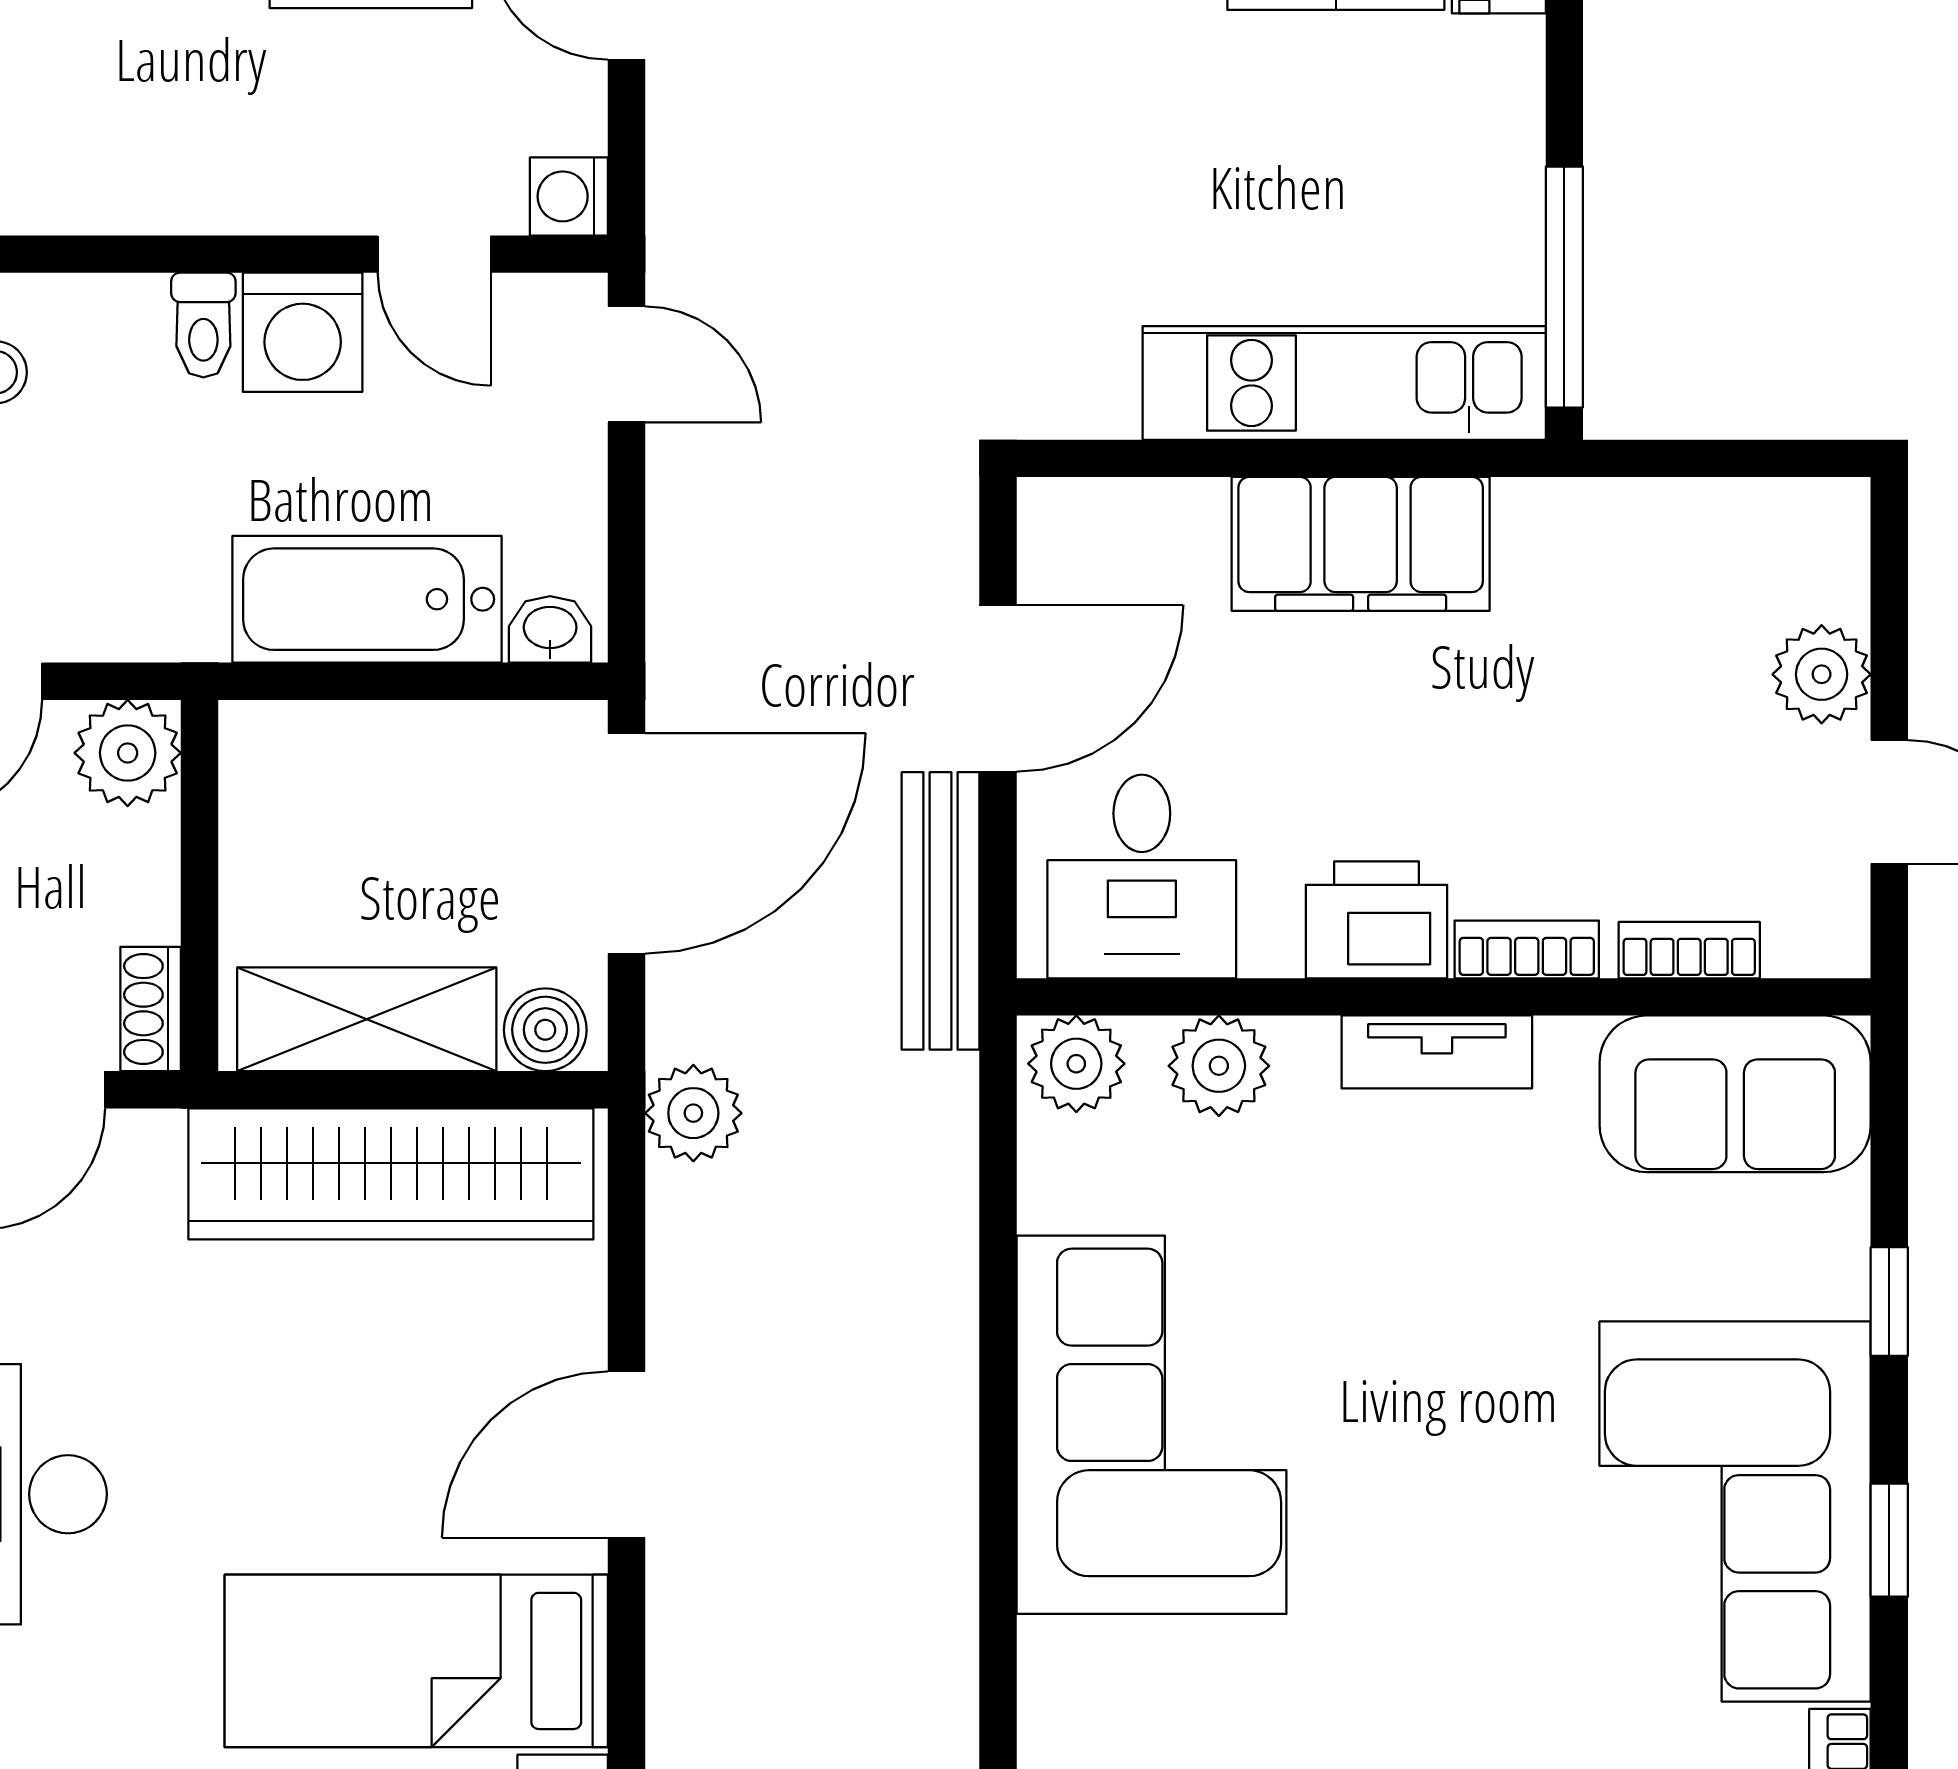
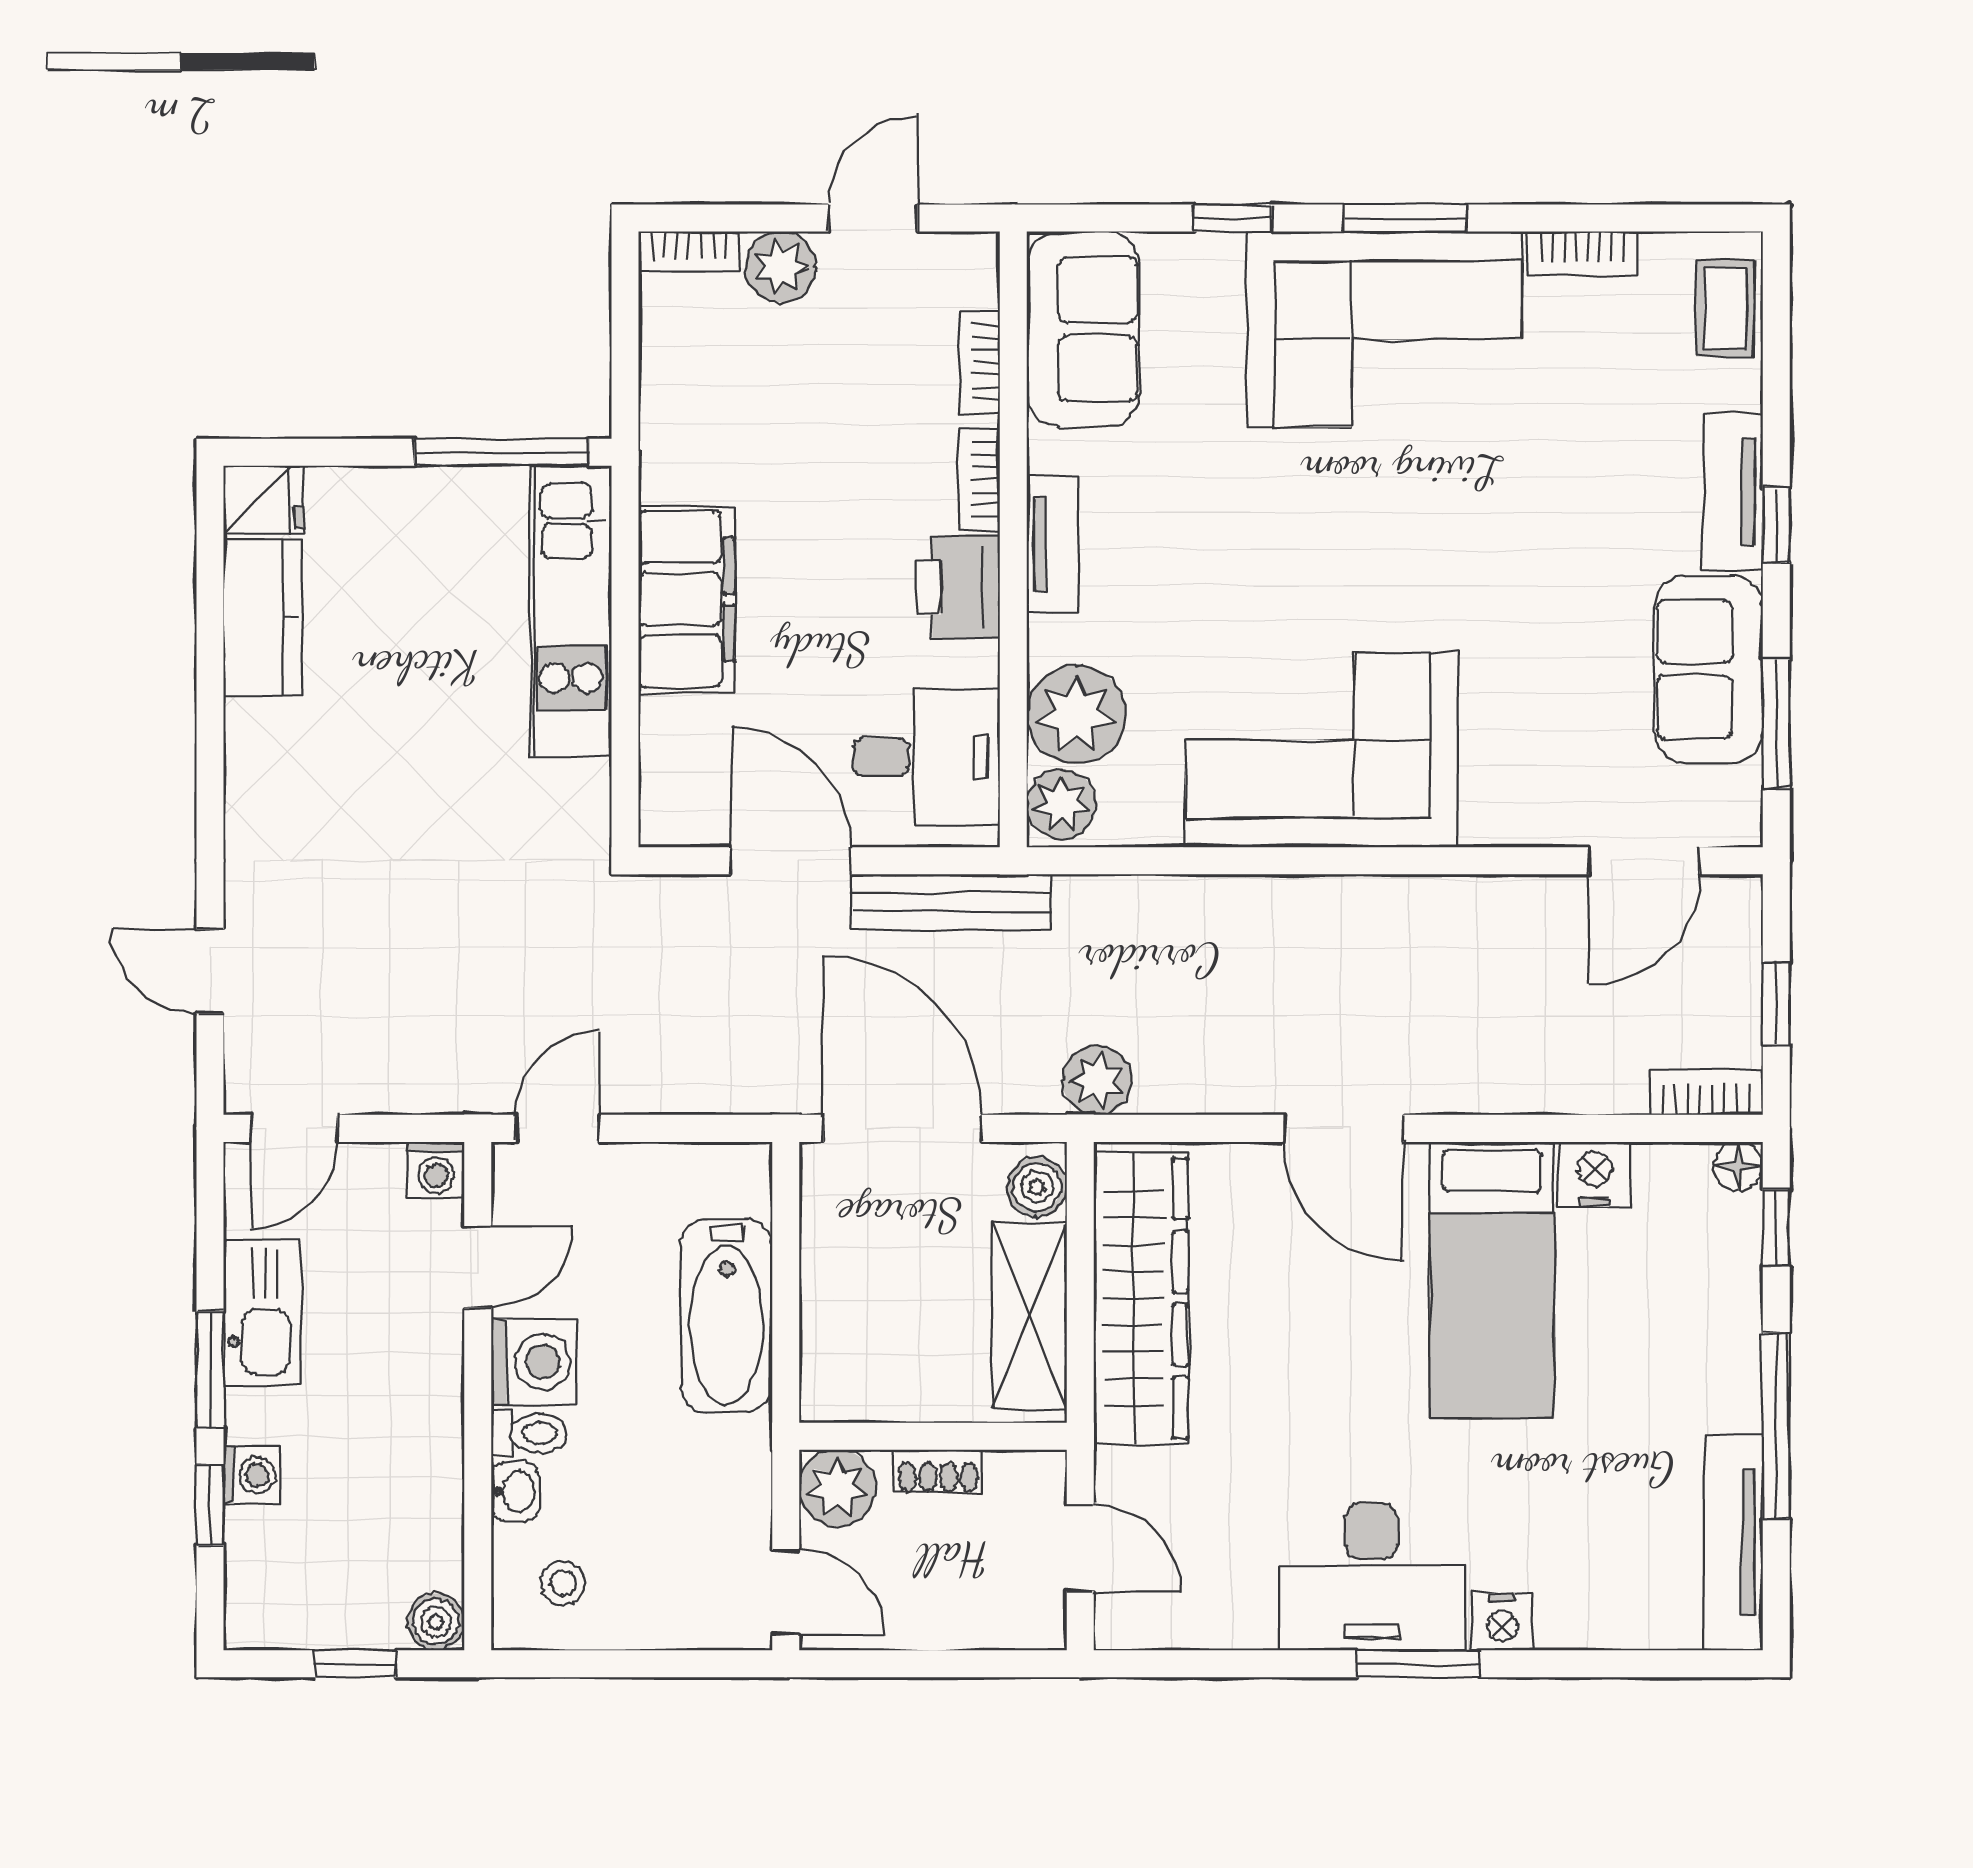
bookcase: (1843, 547) -> (689, 252), added
washbasin: (550, 629) -> (515, 1492), moved, turned 180
shoe rack: (151, 1009) -> (938, 1471), moved
plant: (1219, 1066) -> (1076, 715), width x1.36, depth x1.36
window: (1889, 1540) -> (1405, 218), width x1.50

